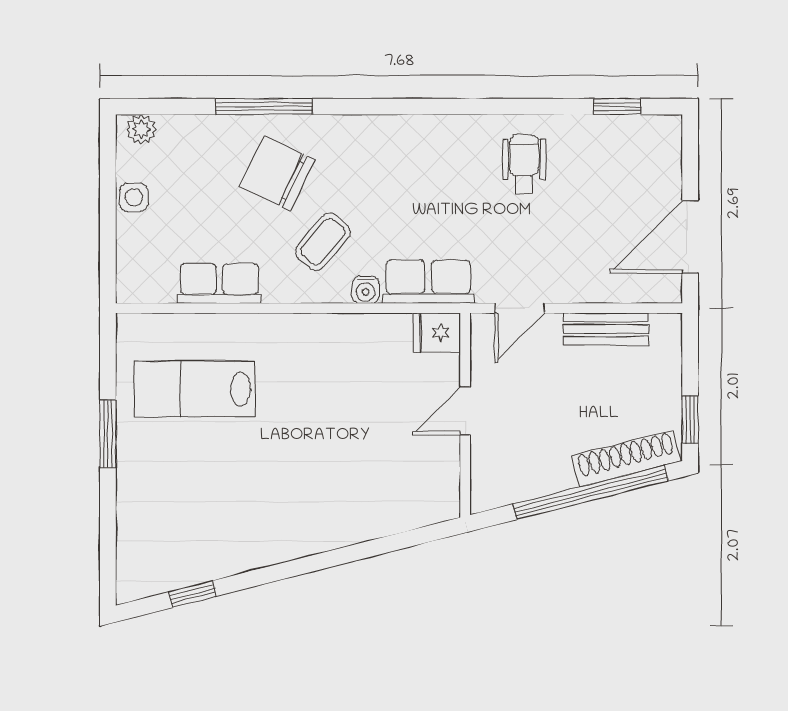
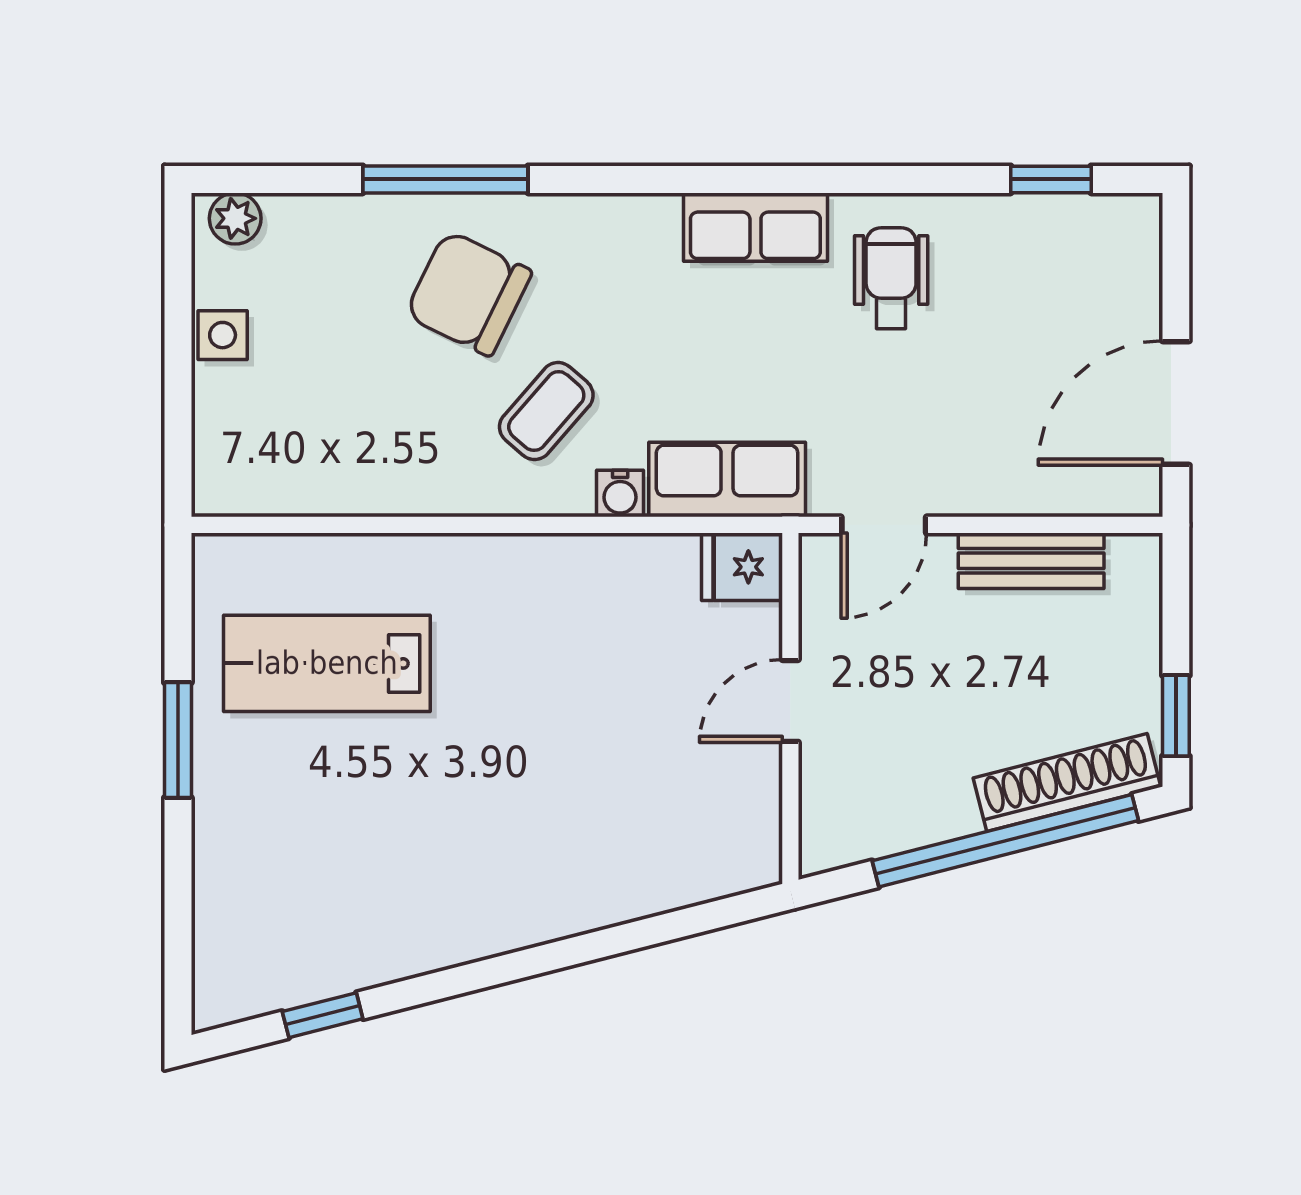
row of seats: (219, 283) -> (755, 227), moved, turned 180

